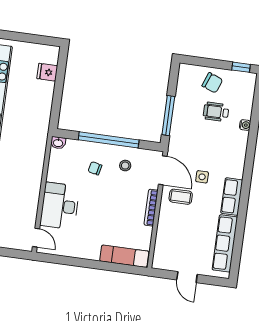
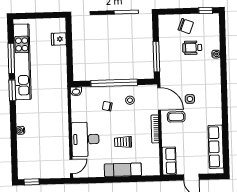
row of seats: (232, 197) -> (169, 161), moved, turned 180
trolley: (107, 217) -> (123, 142), added
door: (36, 238) -> (71, 166), hinge flipped
exam couch: (124, 256) -> (123, 170), moved

